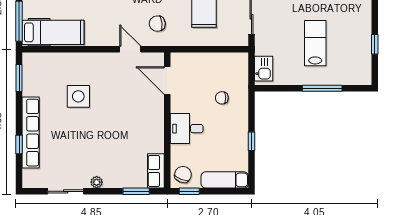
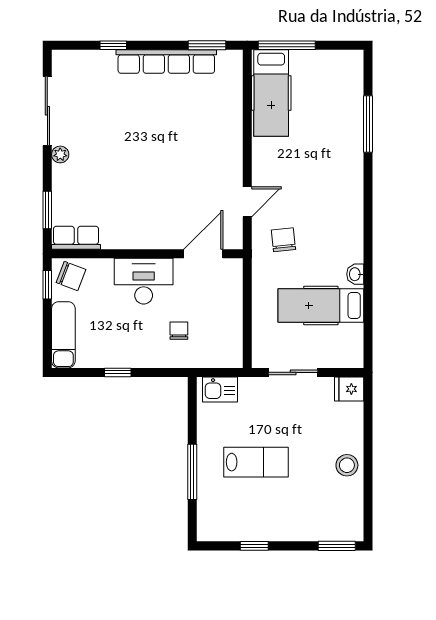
side table: (78, 96) -> (181, 129), removed
desk: (187, 129) -> (144, 281), width x1.37
row of seats: (31, 133) -> (166, 61), moved
sliding door: (66, 191) -> (47, 111), width x1.37

